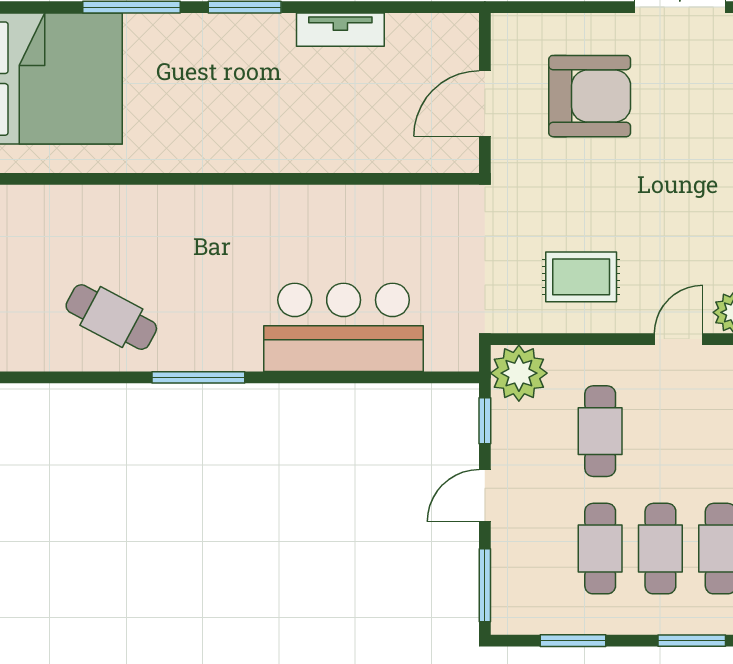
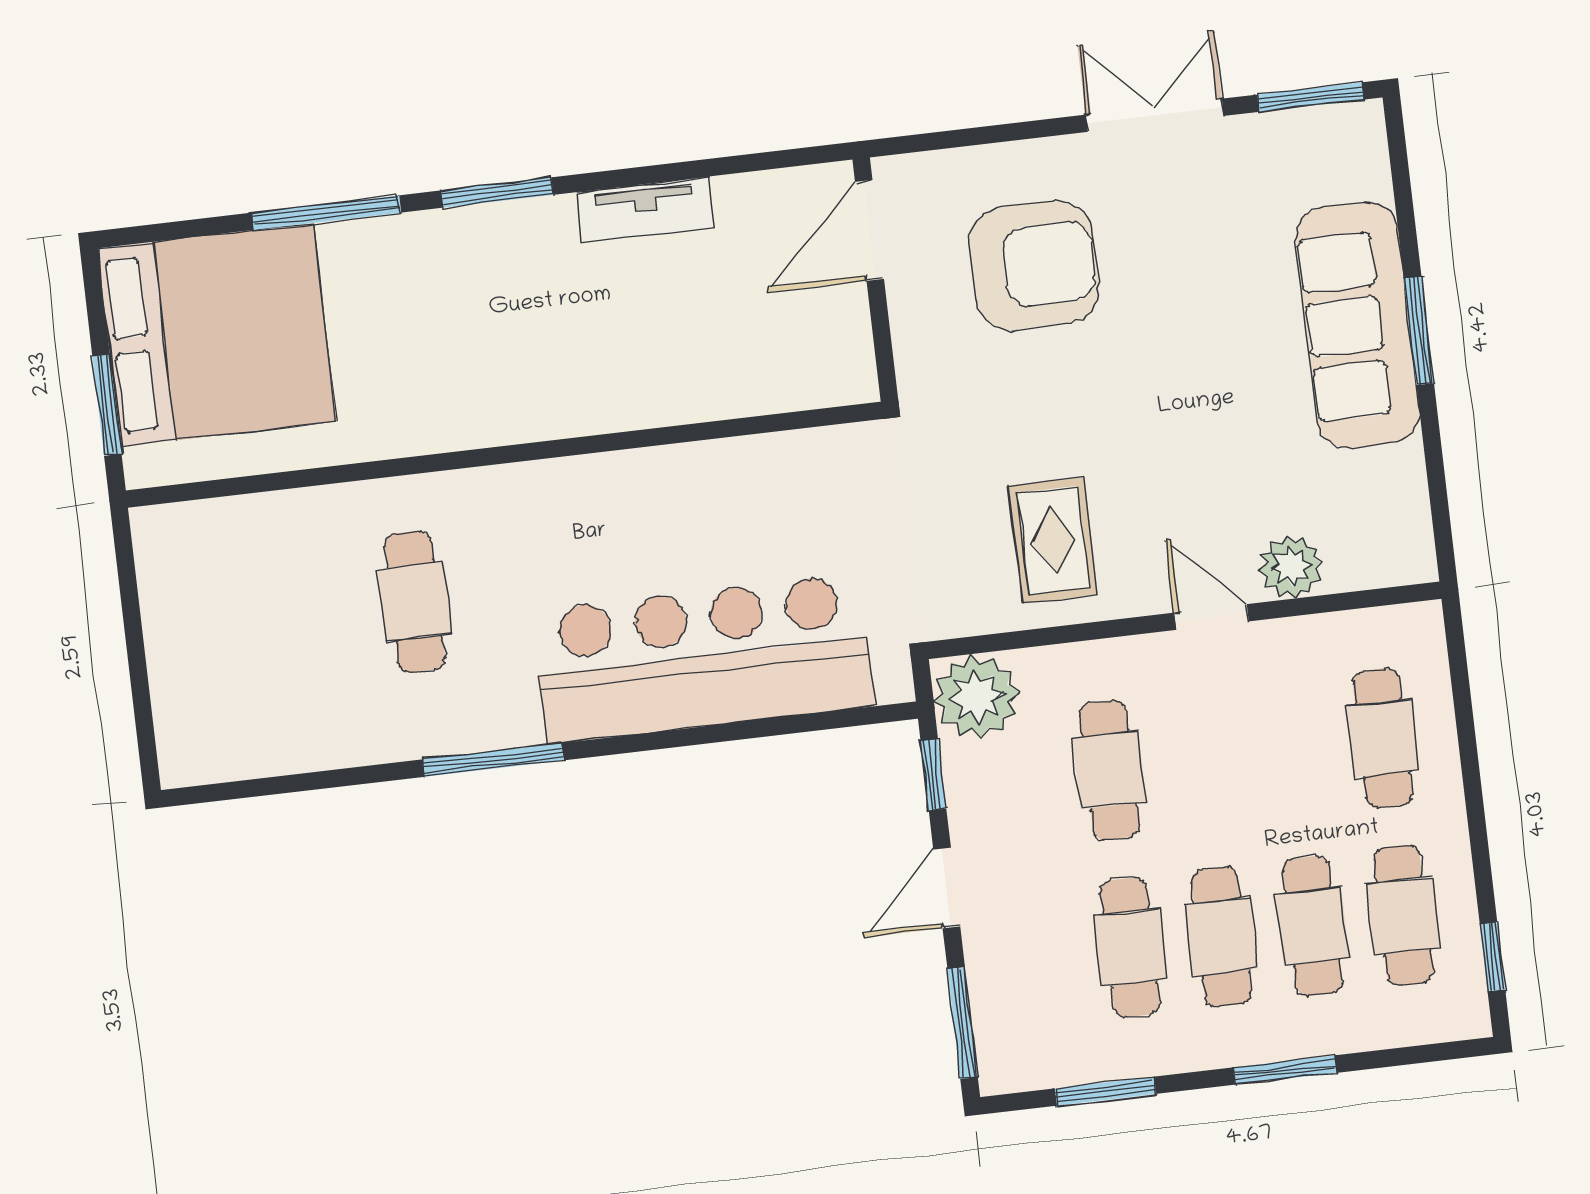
door: (485, 104) -> (869, 230), moved
rug: (581, 277) -> (1053, 540), turned 90
cafe table: (111, 317) -> (415, 602), moved, turned 62
bar counter: (344, 327) -> (703, 659), width x1.36
door: (679, 339) -> (1212, 617), hinge flipped

